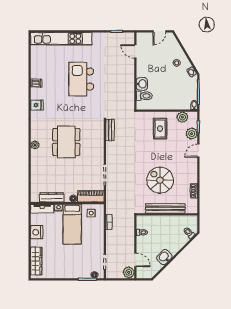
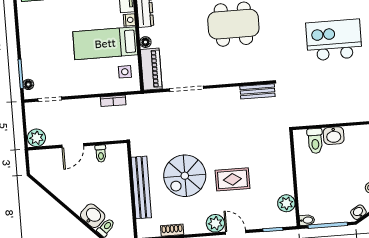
rug: (160, 129) -> (232, 179), moved
plant: (192, 134) -> (215, 223), moved
spiral stairs: (160, 180) -> (185, 176), turned 180
washbasin: (164, 257) -> (93, 216), moved
door: (135, 260) -> (73, 145), moved

